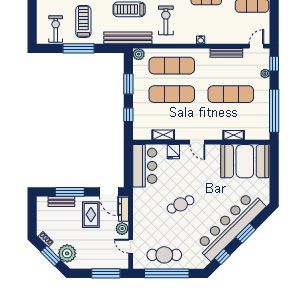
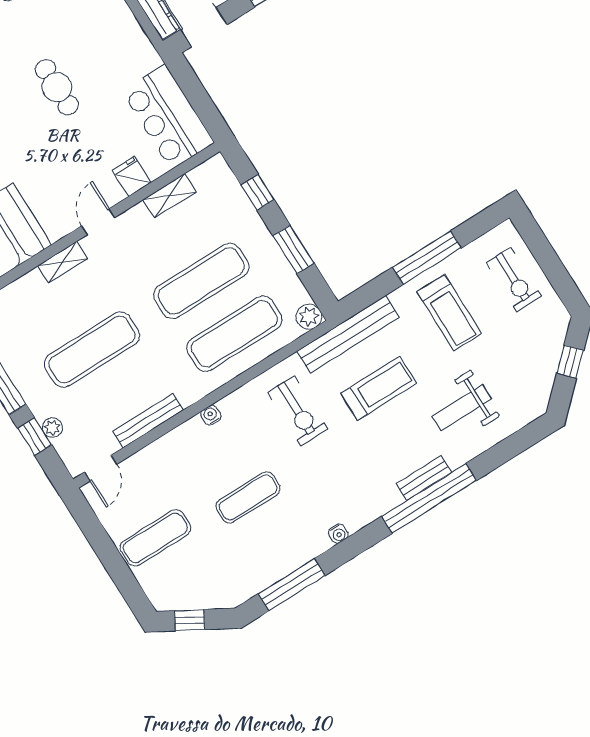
exercise bike: (56, 29) -> (514, 279), moved
window: (274, 64) -> (35, 436), moved
shelving: (234, 135) -> (63, 262), moved
door: (197, 142) -> (98, 222), hinge flipped
cafe table: (181, 204) -> (57, 87), turned -65

